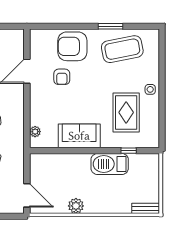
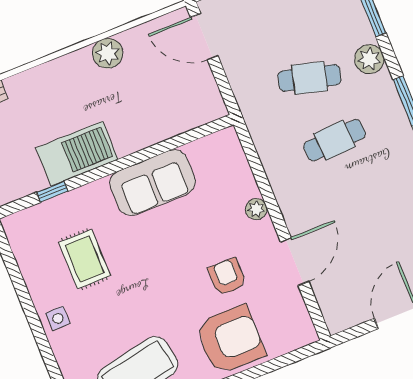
rug: (126, 112) -> (85, 259), width x0.73, depth x0.70
plant: (35, 132) -> (256, 209), moved

